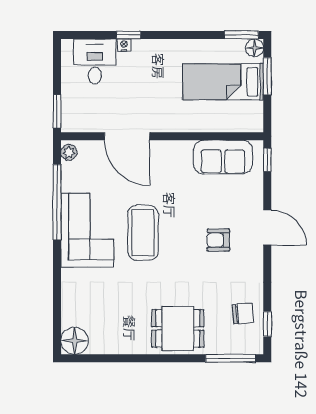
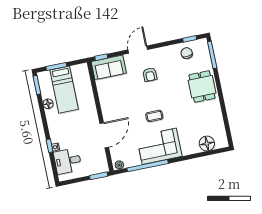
floor lamp: (254, 48) -> (48, 104), moved
sofa: (223, 157) -> (109, 67), moved, turned 90
coffee table: (143, 233) -> (154, 116), width x0.54, depth x0.58
floor lamp: (75, 341) -> (207, 143), moved

